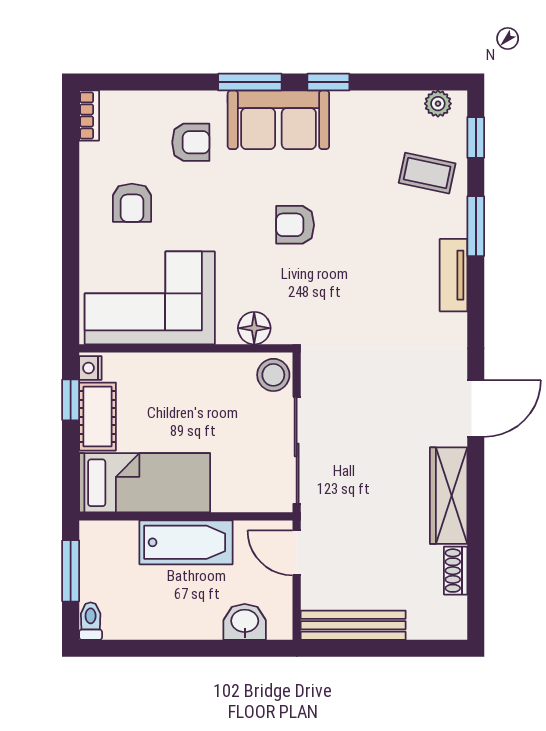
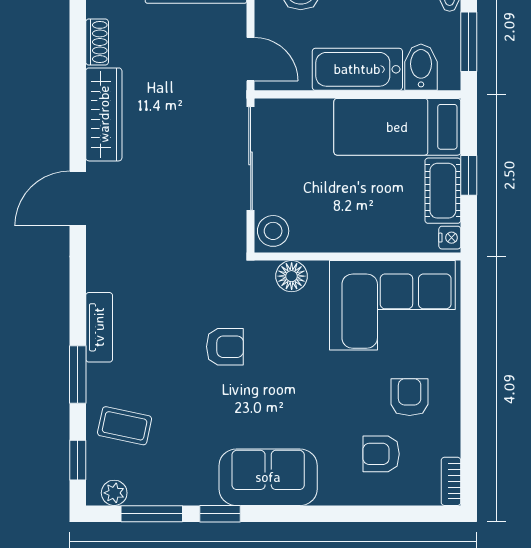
window: (250, 82) -> (152, 514), moved
armchair: (191, 142) -> (381, 454), moved
armchair: (295, 225) -> (225, 347), moved
window: (71, 400) -> (469, 175), moved
bidet: (120, 544) -> (421, 67), added

